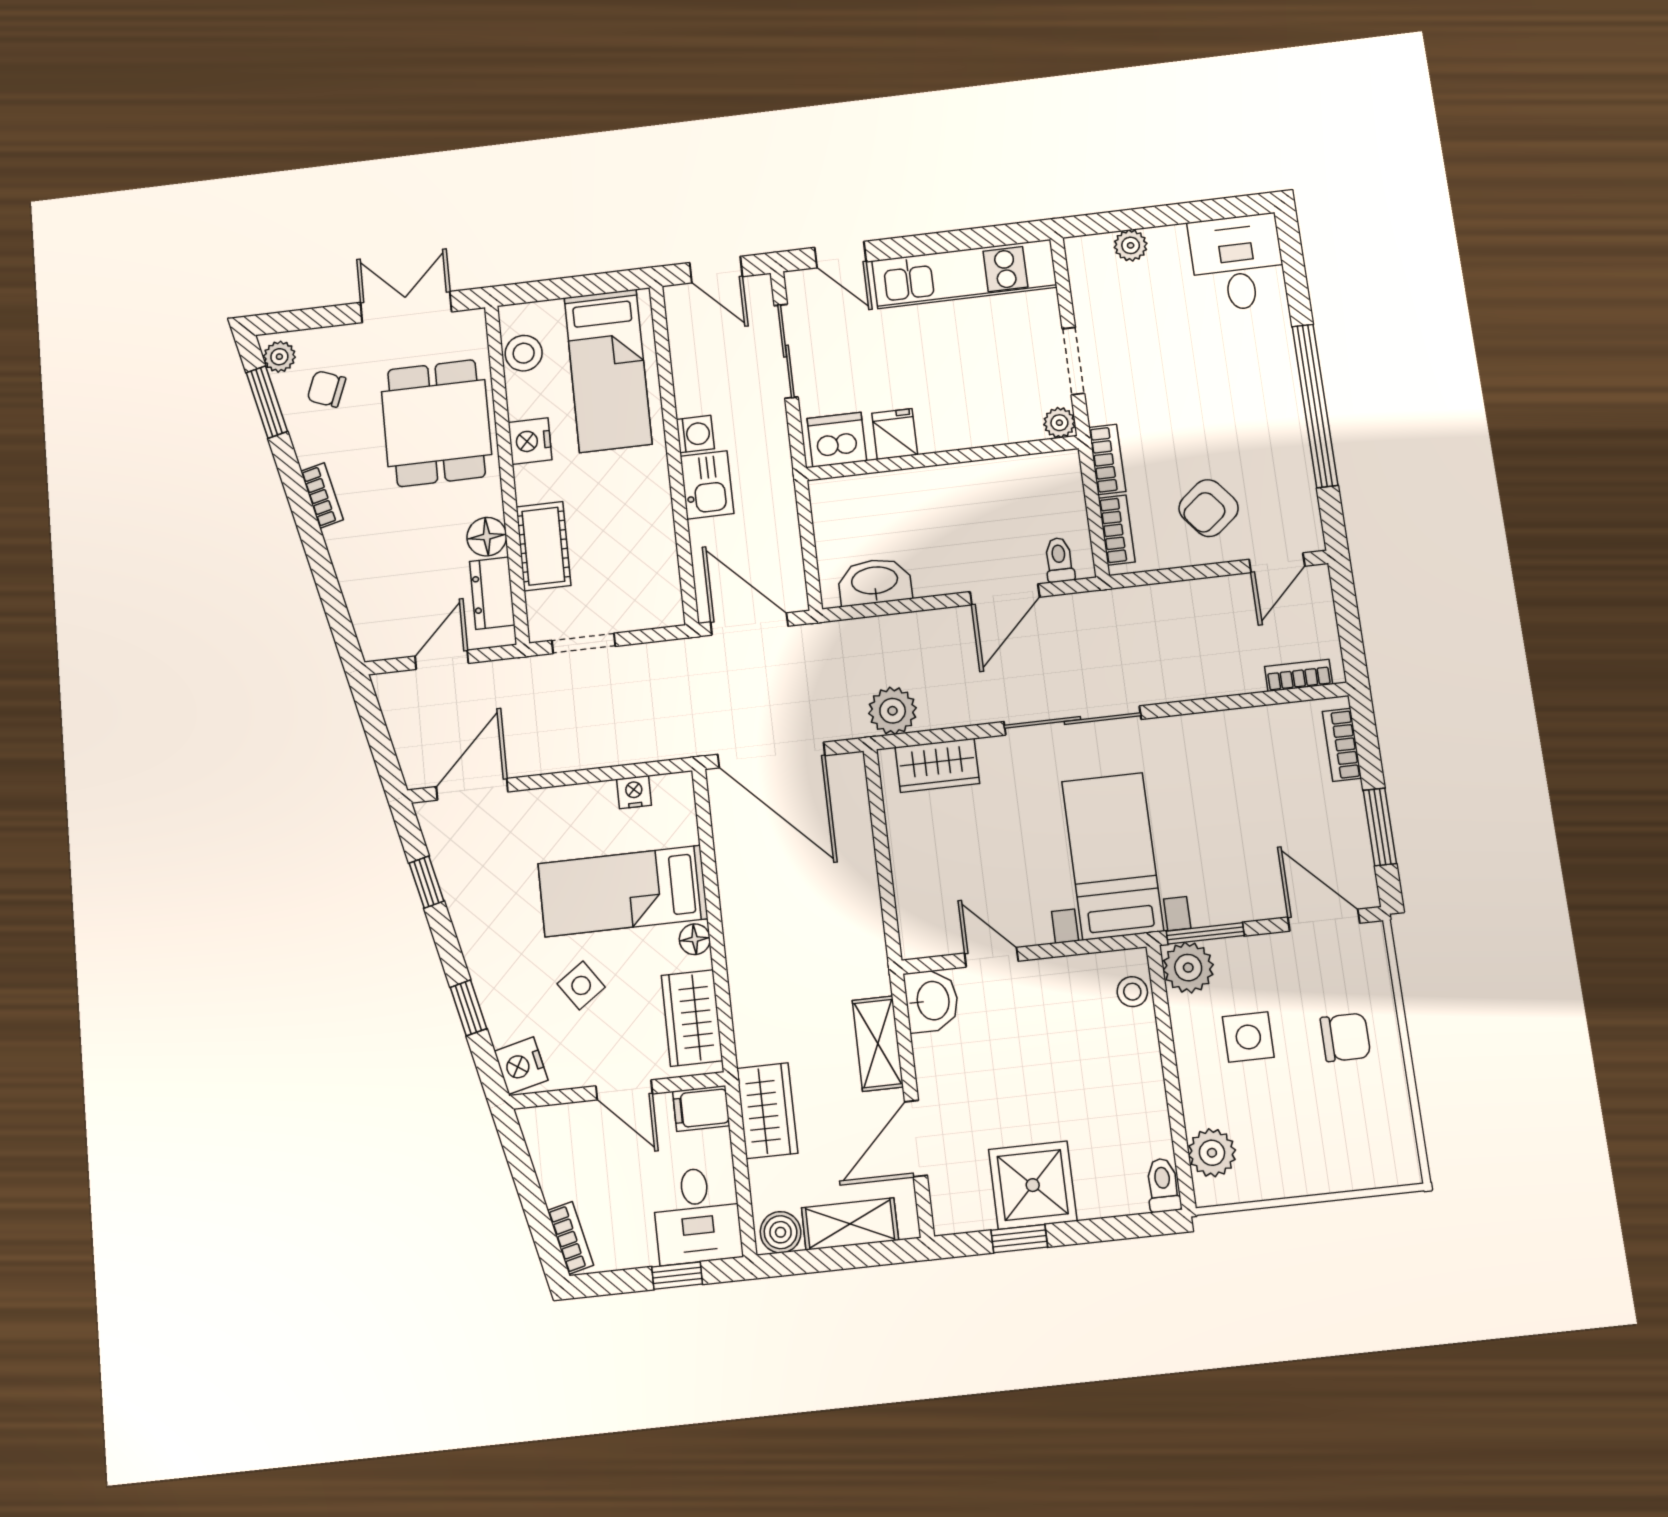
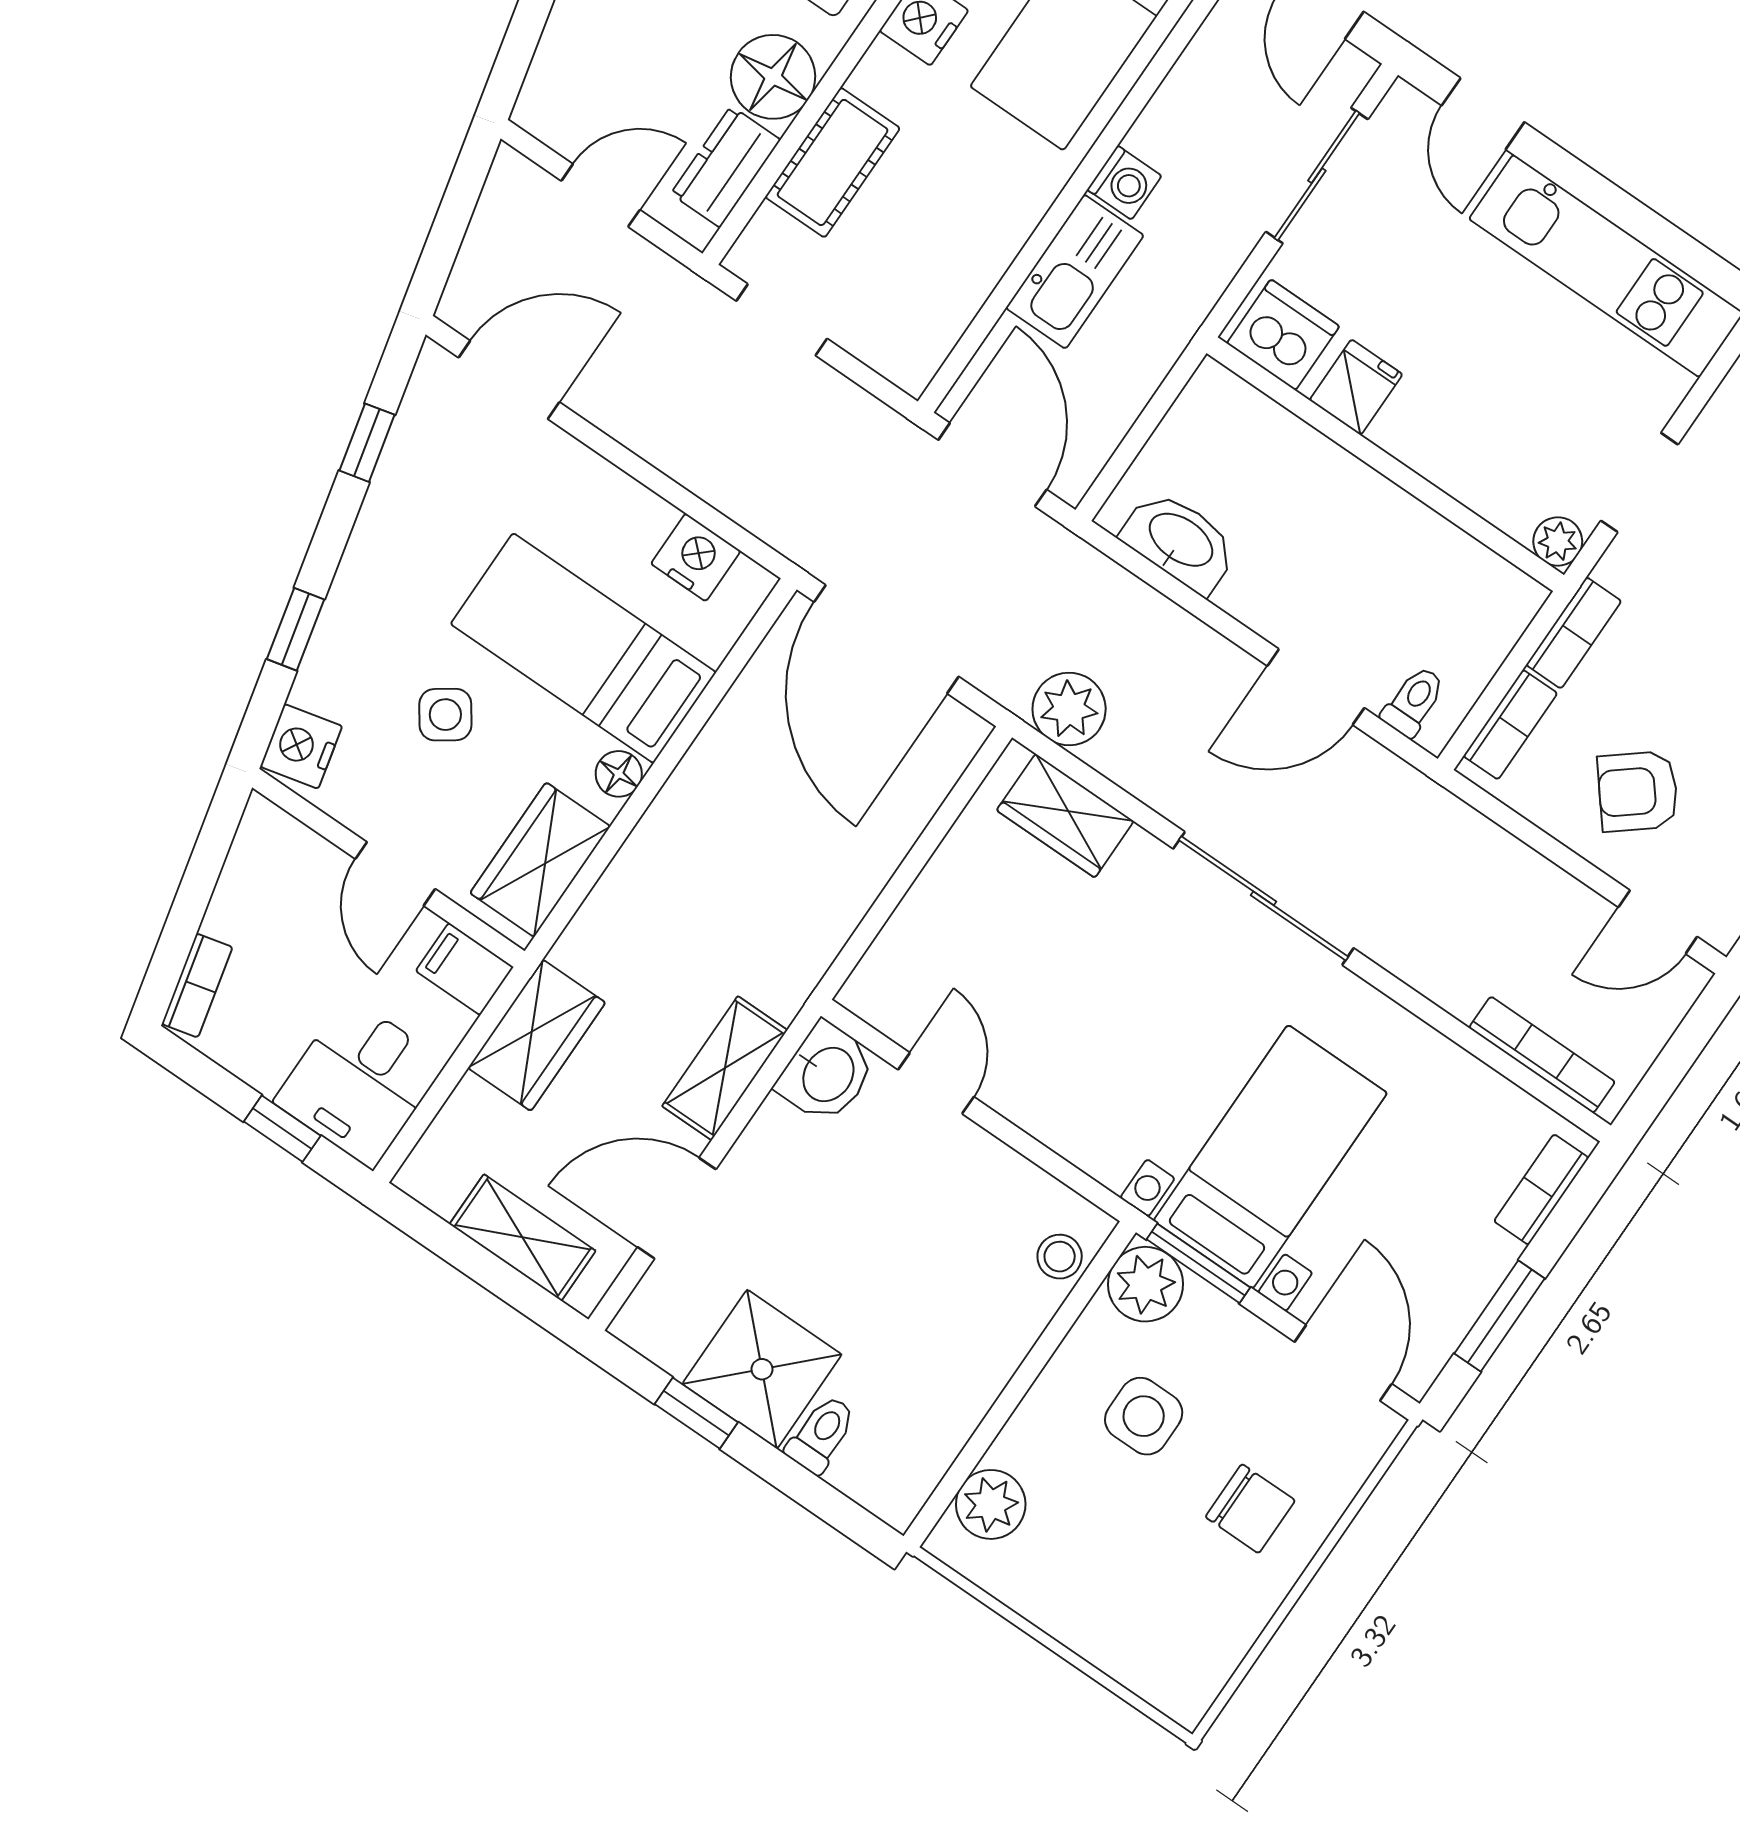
kitchen sink: (707, 485) -> (1075, 272), width x1.38
floor lamp: (487, 537) -> (773, 77), width x1.38, depth x1.38
bookcase: (1299, 675) -> (1542, 1055), width x1.56
nightstand: (634, 792) -> (696, 557), width x1.39, depth x1.35
bed with nightstands: (1113, 856) -> (1270, 1157), moved
toilet: (1163, 1185) -> (821, 1434), moved
boiler: (781, 1232) -> (438, 1180), removed

